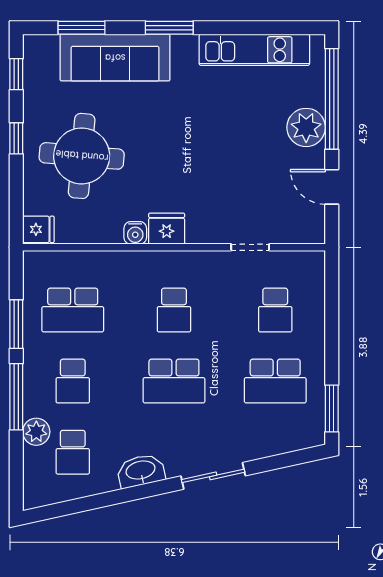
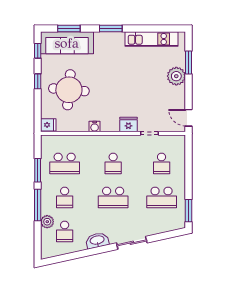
sofa: (115, 58) -> (67, 43), moved
window: (332, 99) -> (189, 62), width x0.47
door: (332, 187) -> (189, 118), moved
fridge: (167, 229) -> (128, 125), moved

